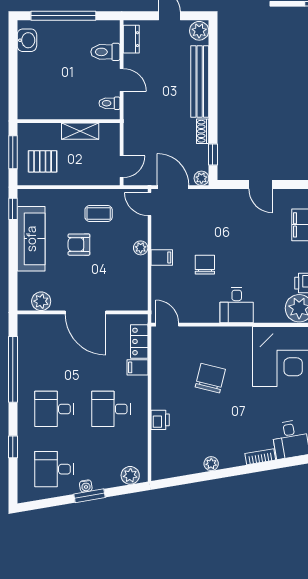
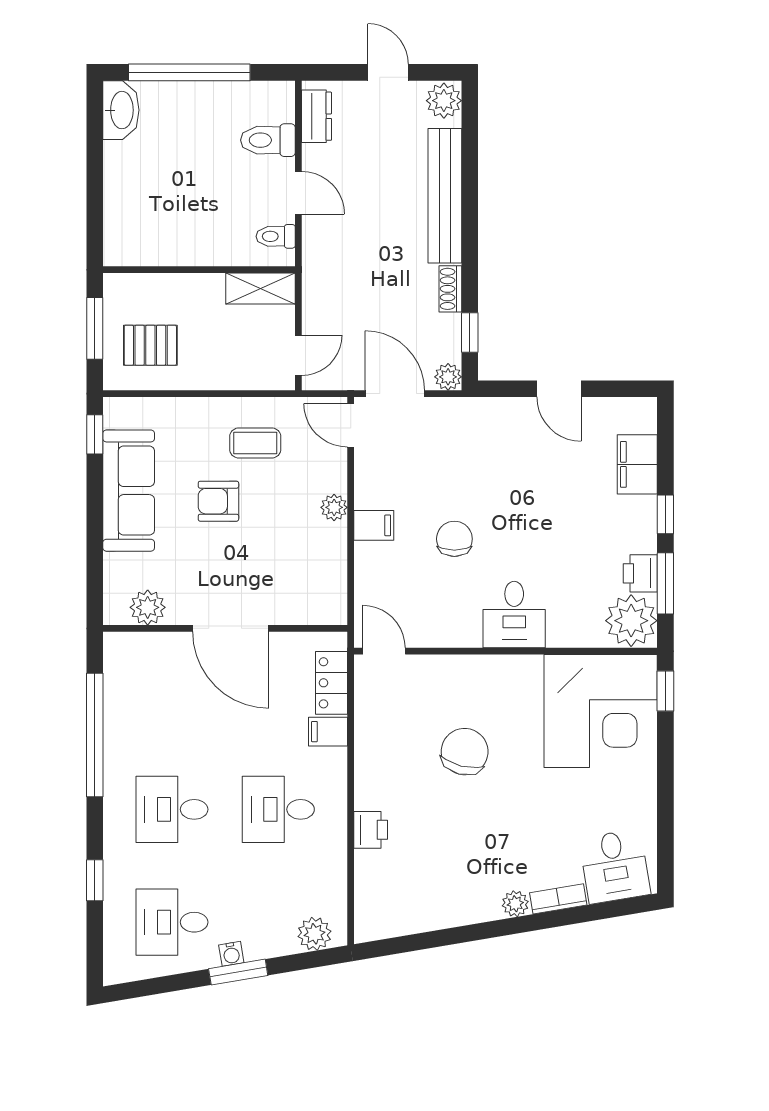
washbasin: (27, 40) -> (121, 110), width x1.38
shelving: (80, 131) -> (261, 289), moved
plant: (211, 464) -> (515, 904), moved

